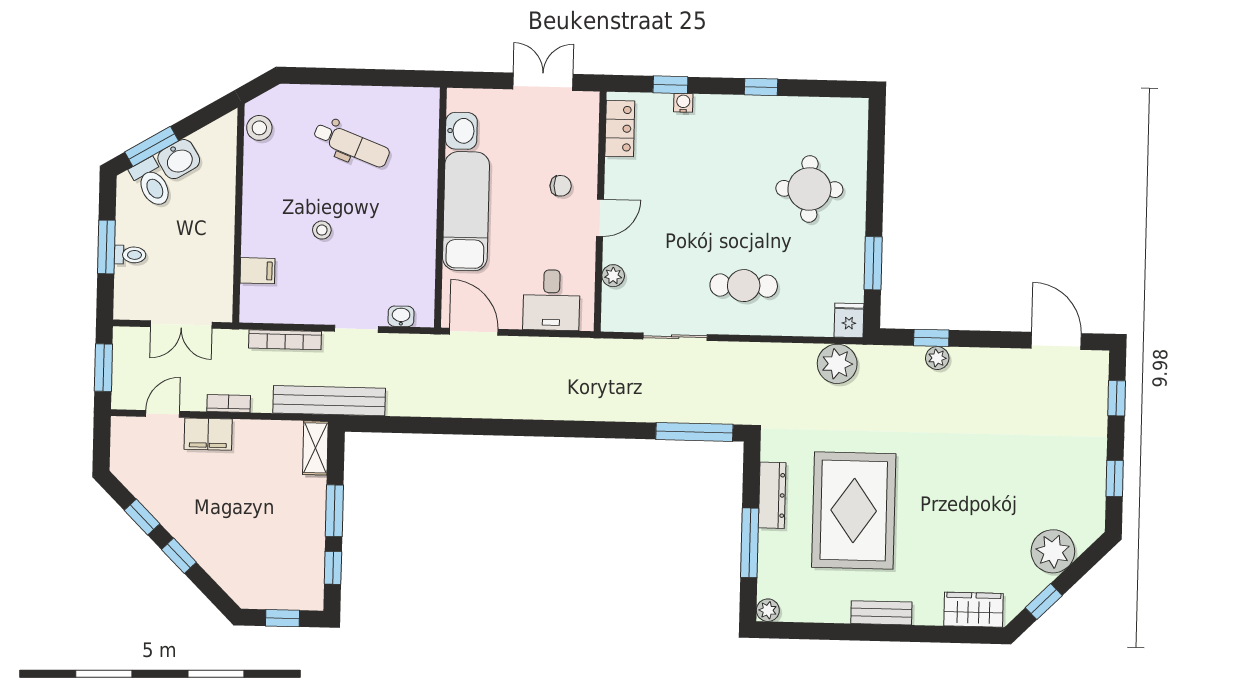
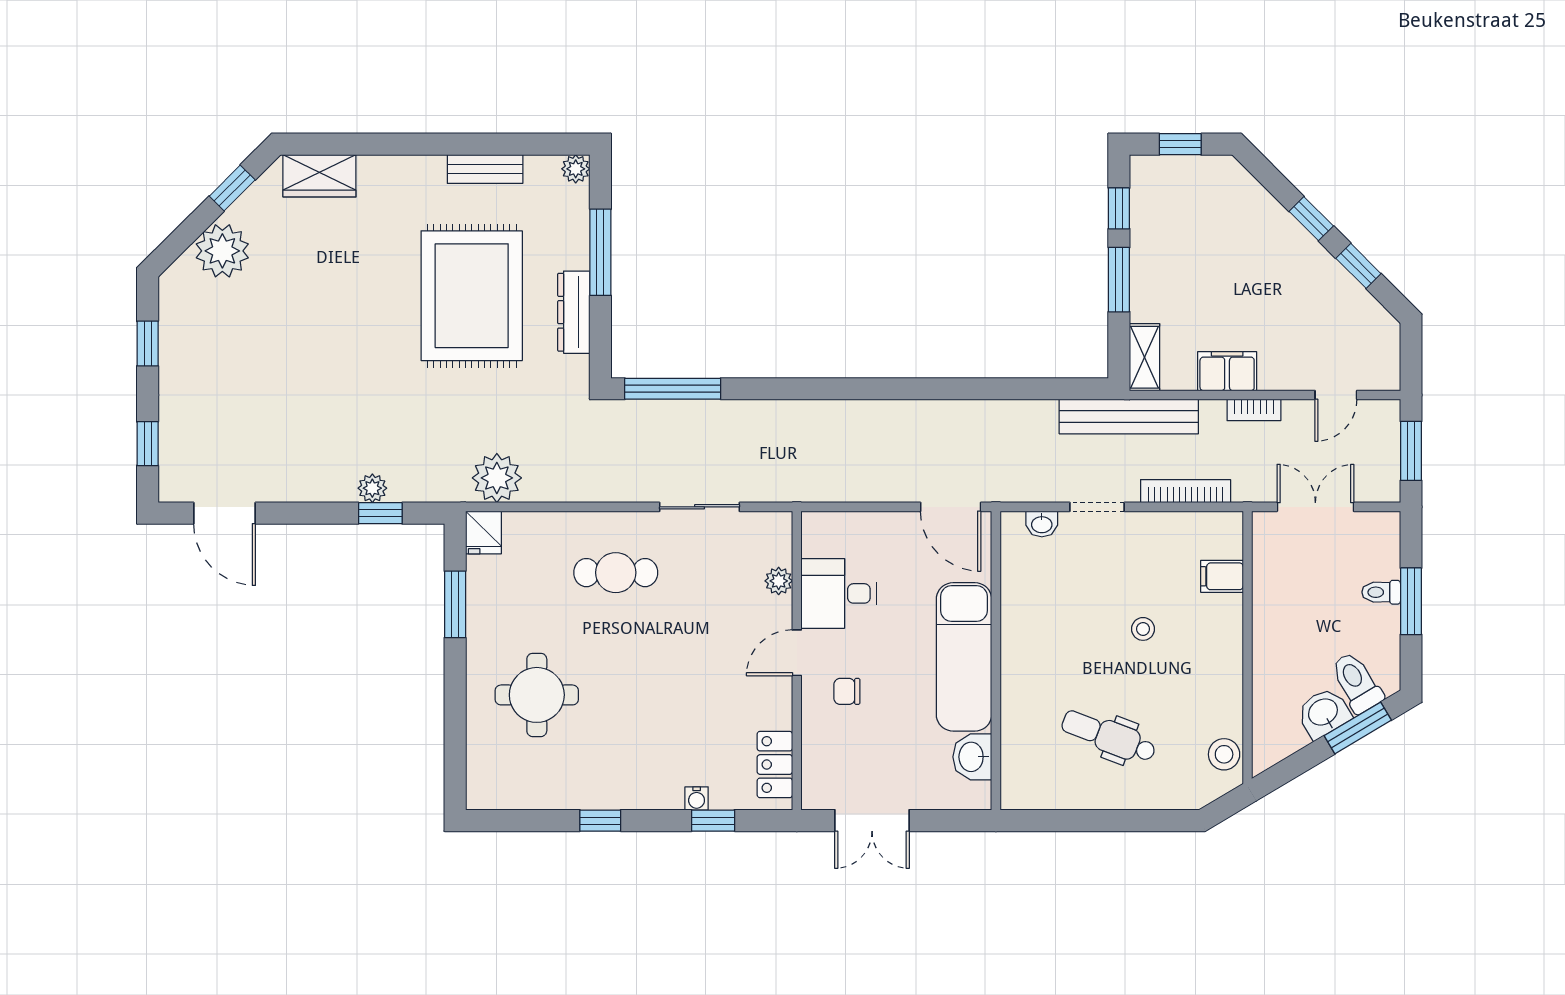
desk: (551, 300) -> (839, 593), moved, turned -90
filing cabinet: (208, 434) -> (1227, 371), moved
bench: (881, 613) -> (485, 169), moved

